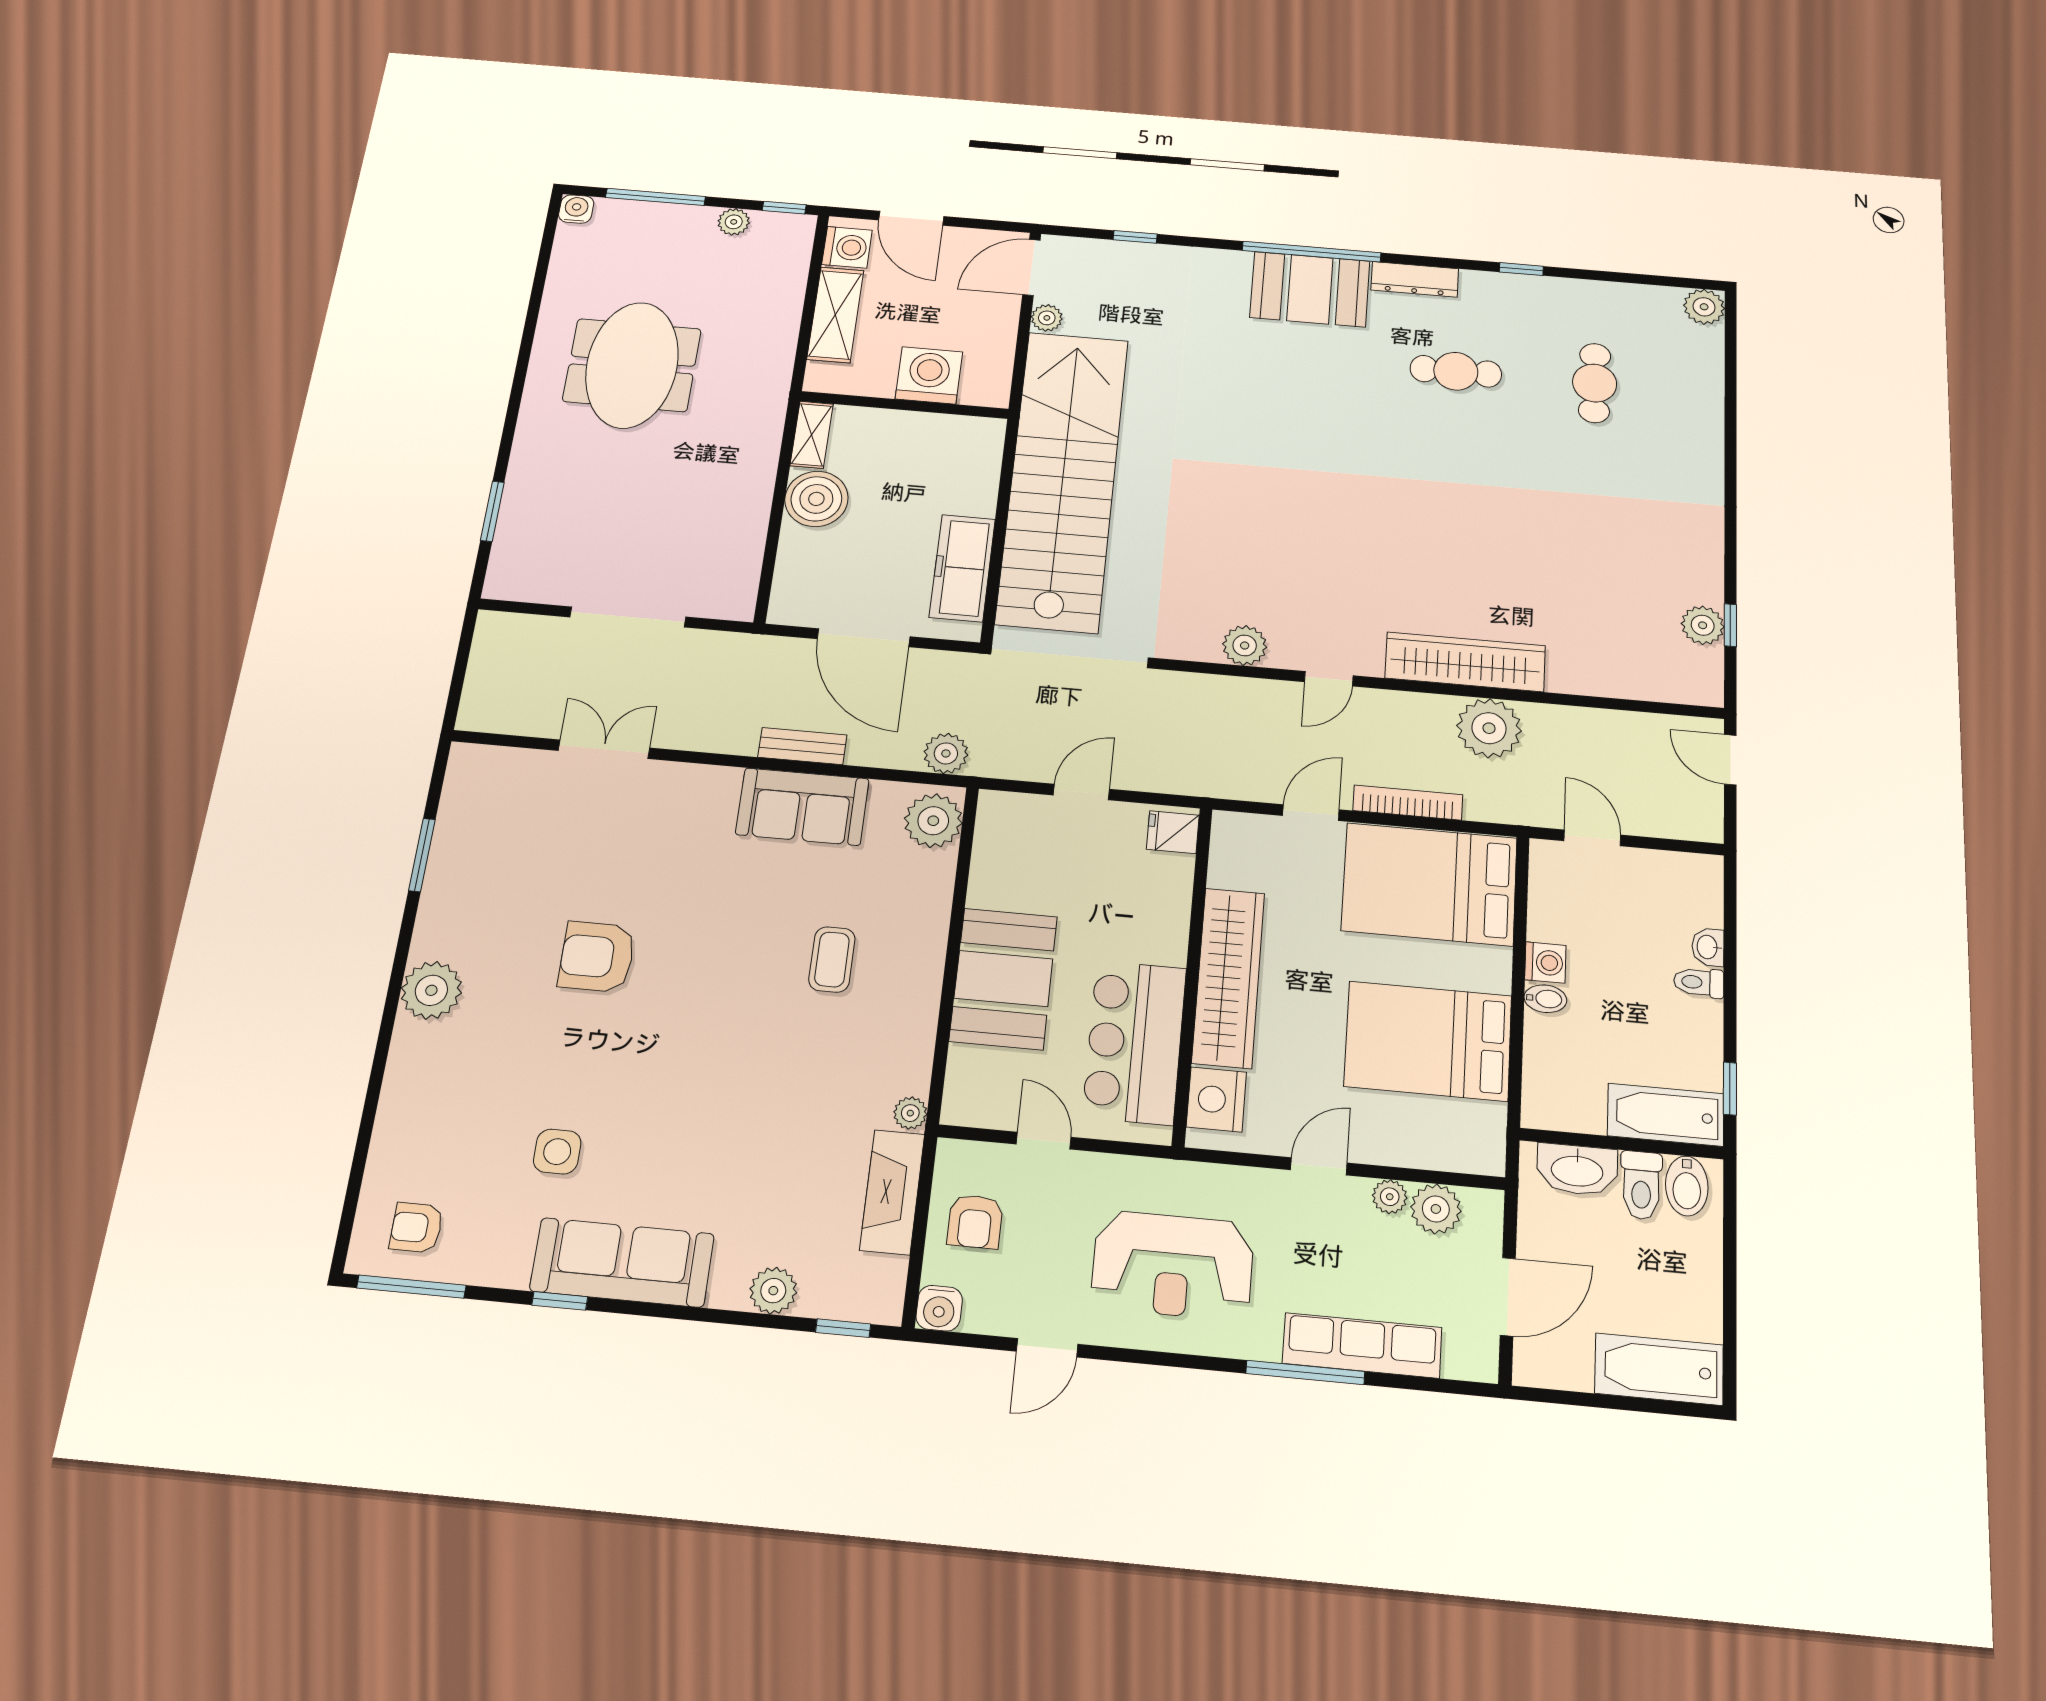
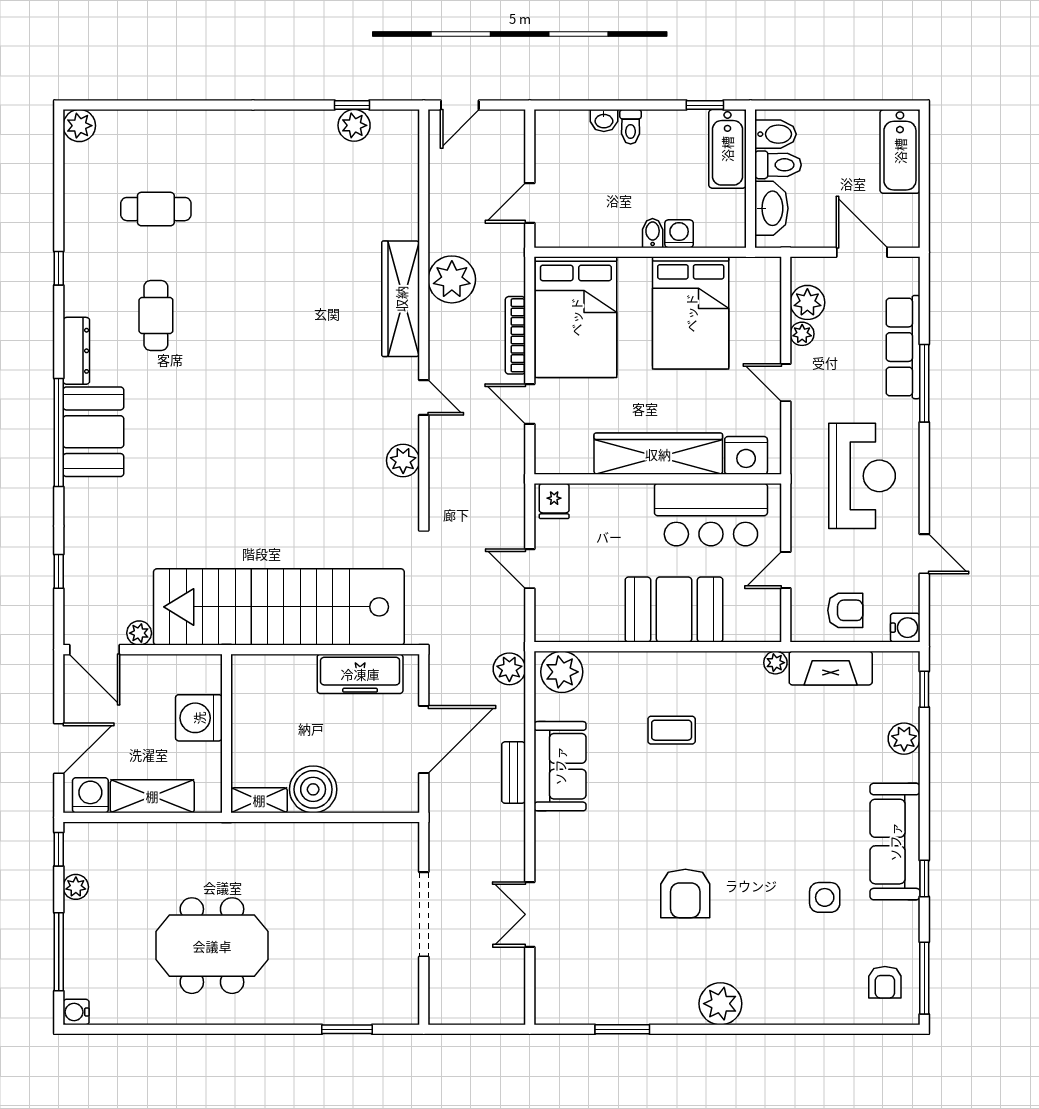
washing machine: (1545, 962) -> (679, 234), moved

